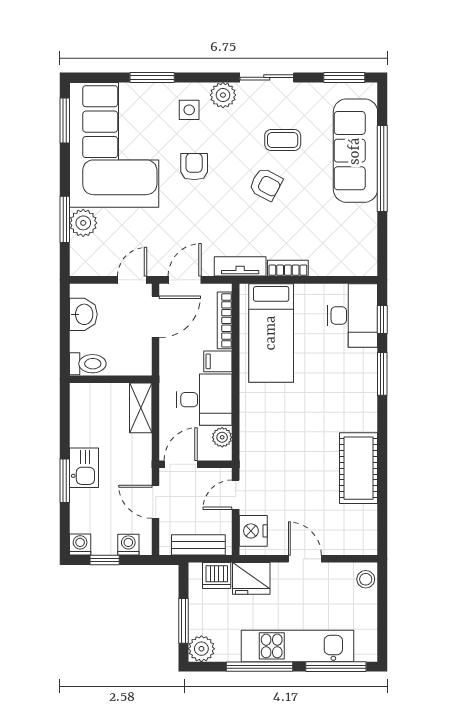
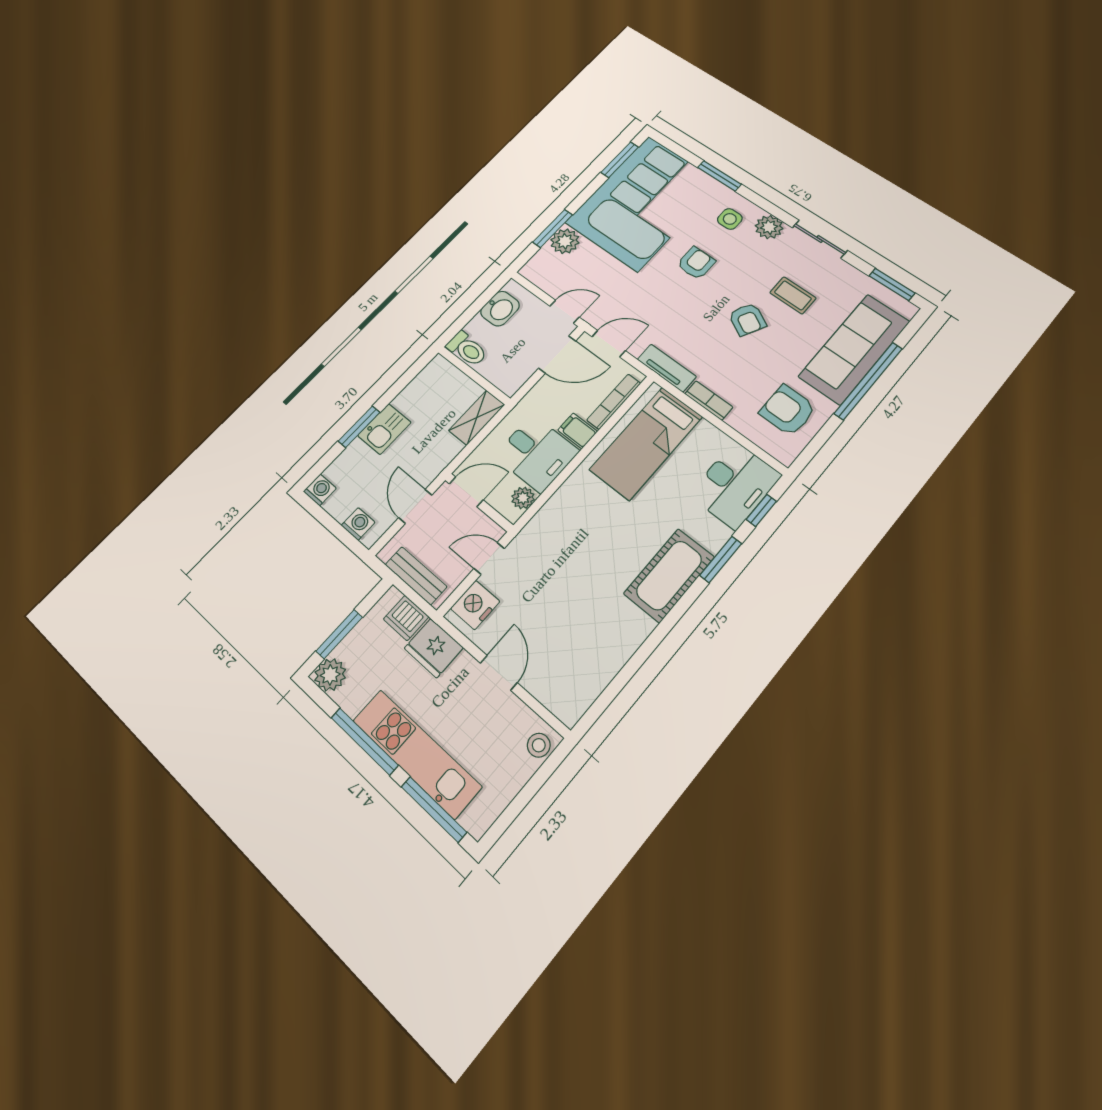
armchair: (346, 233) -> (788, 410), added
cot: (359, 468) -> (669, 575), moved
window: (105, 560) -> (326, 520), removed

